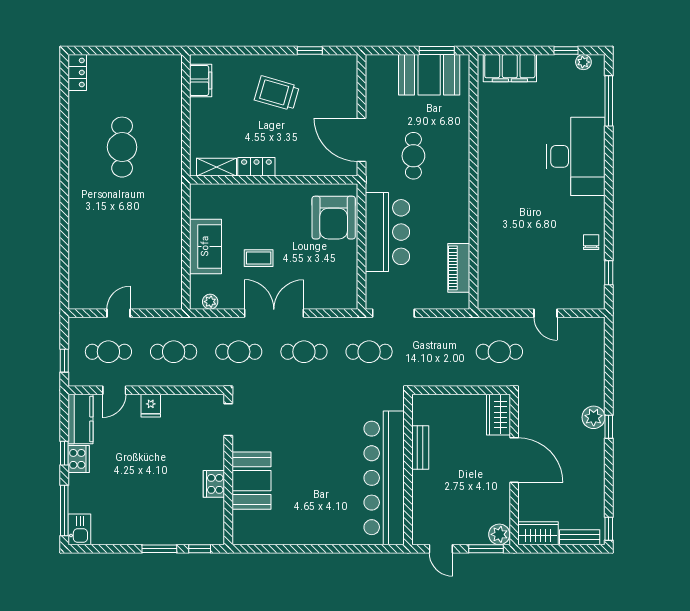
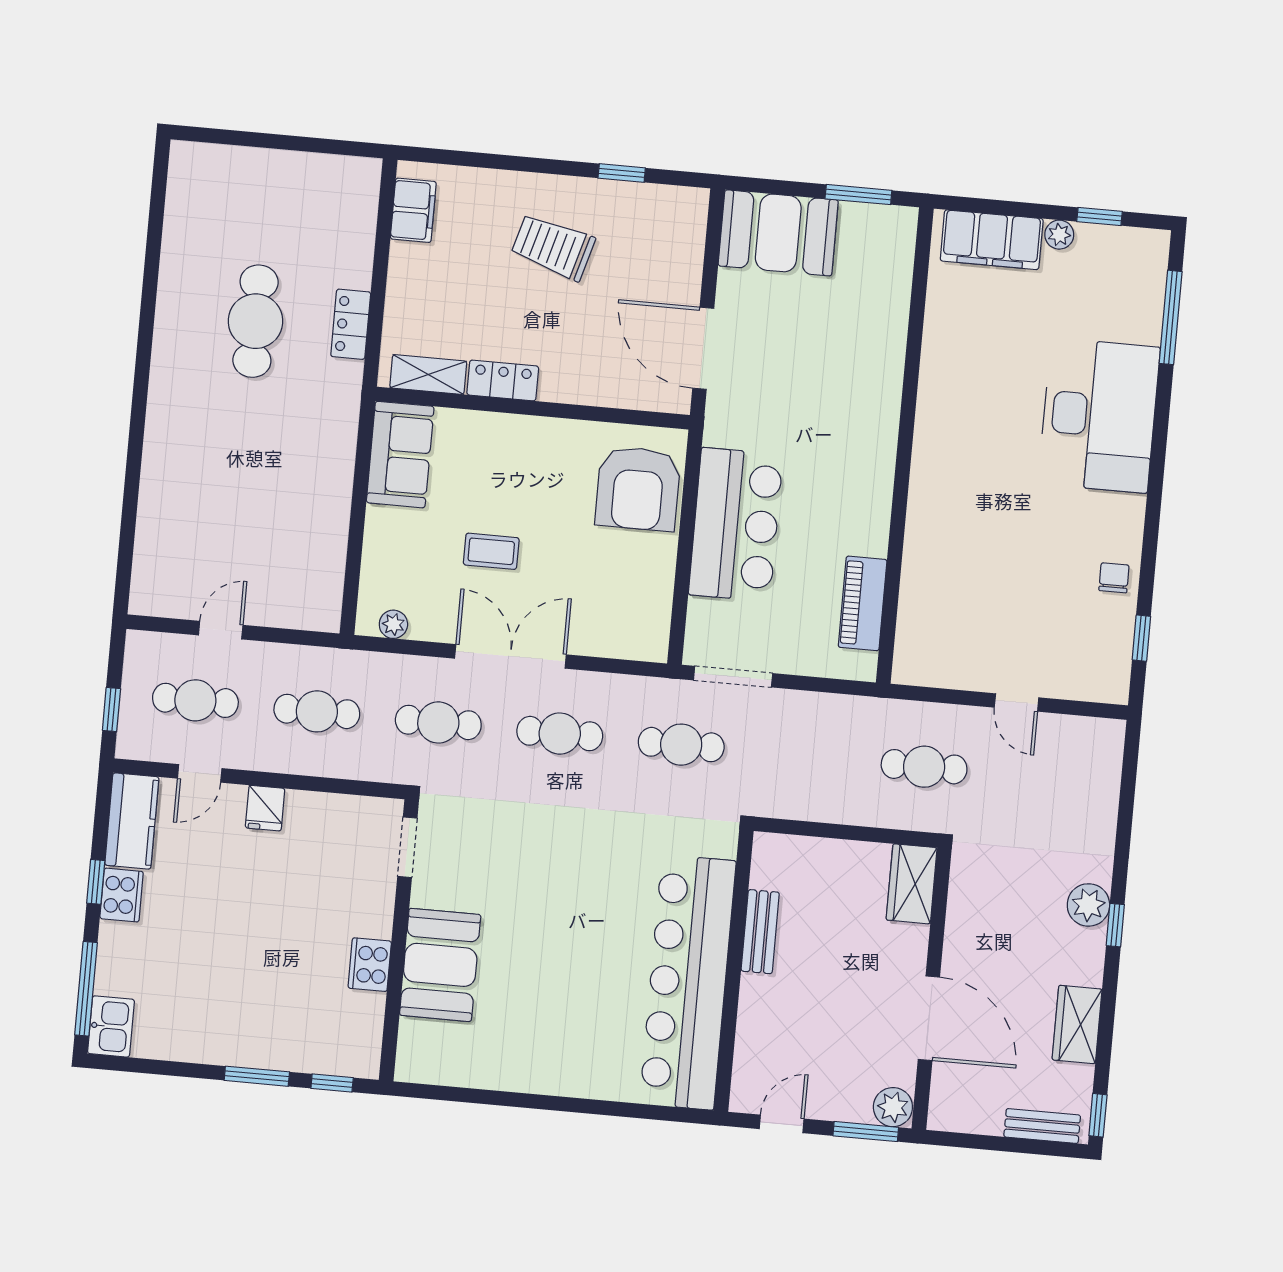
plant: (583, 62) -> (1059, 235), moved
locker: (77, 72) -> (351, 324), moved, turned 180
booth: (429, 75) -> (778, 233), moved
cafe table: (413, 156) -> (797, 387), removed
sofa: (206, 246) -> (400, 455), moved
door: (514, 460) -> (929, 1018), moved
wardrobe: (538, 533) -> (1077, 1024), moved, turned -90
door: (441, 549) -> (782, 1124), swing flipped

